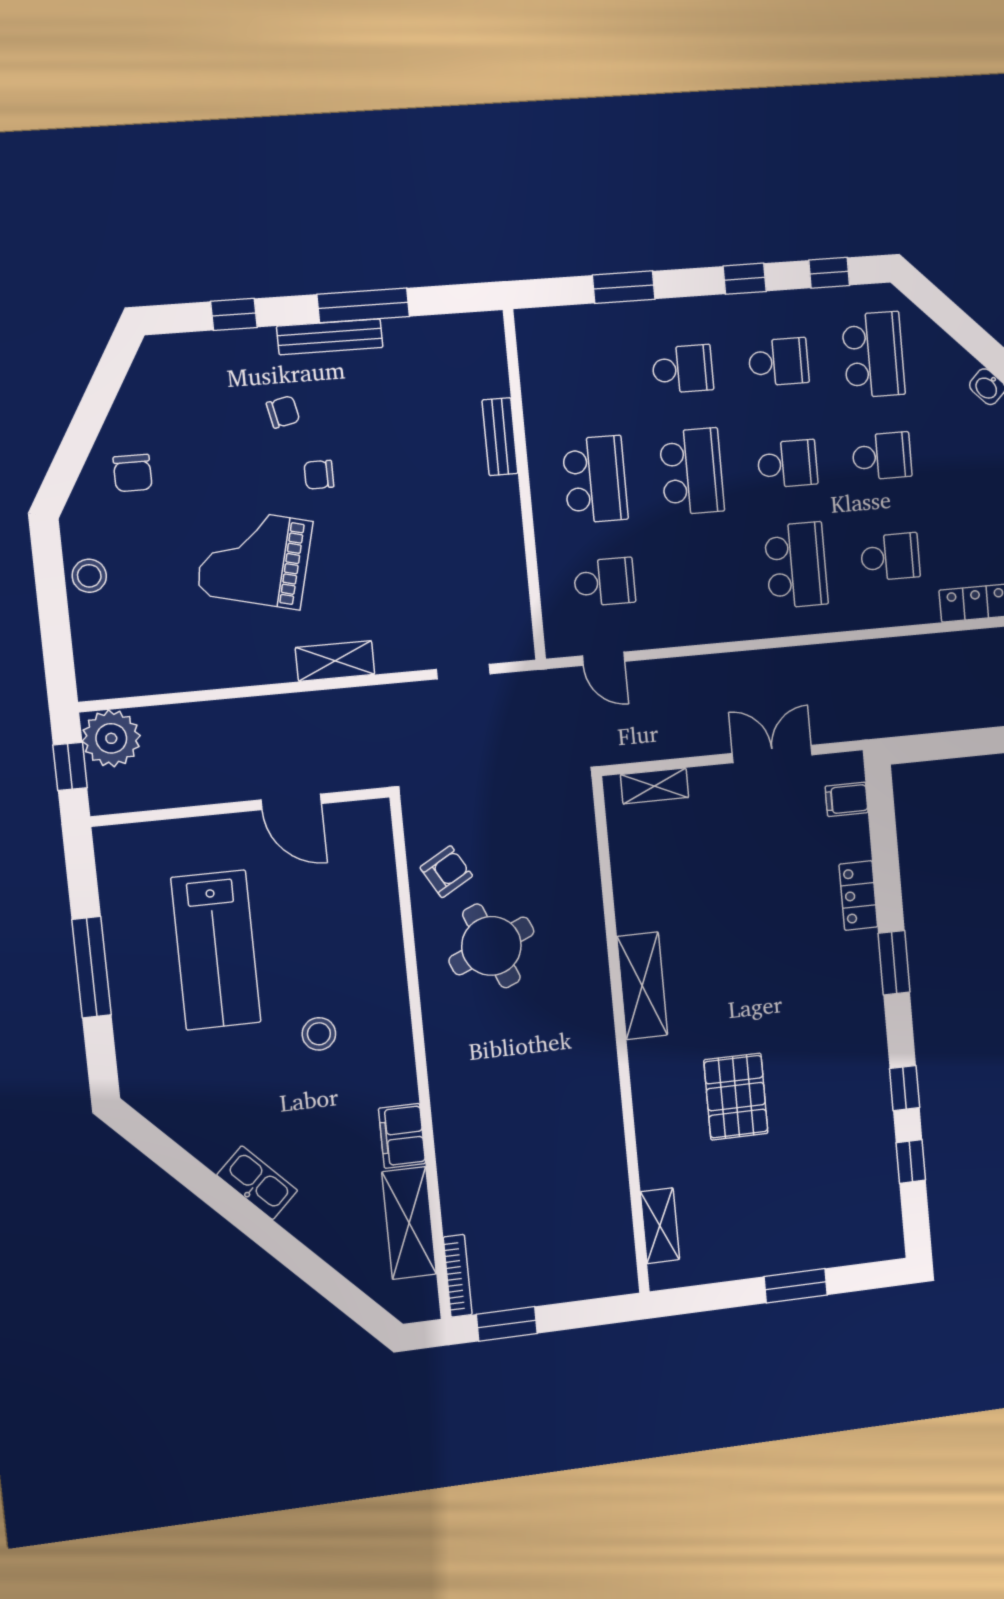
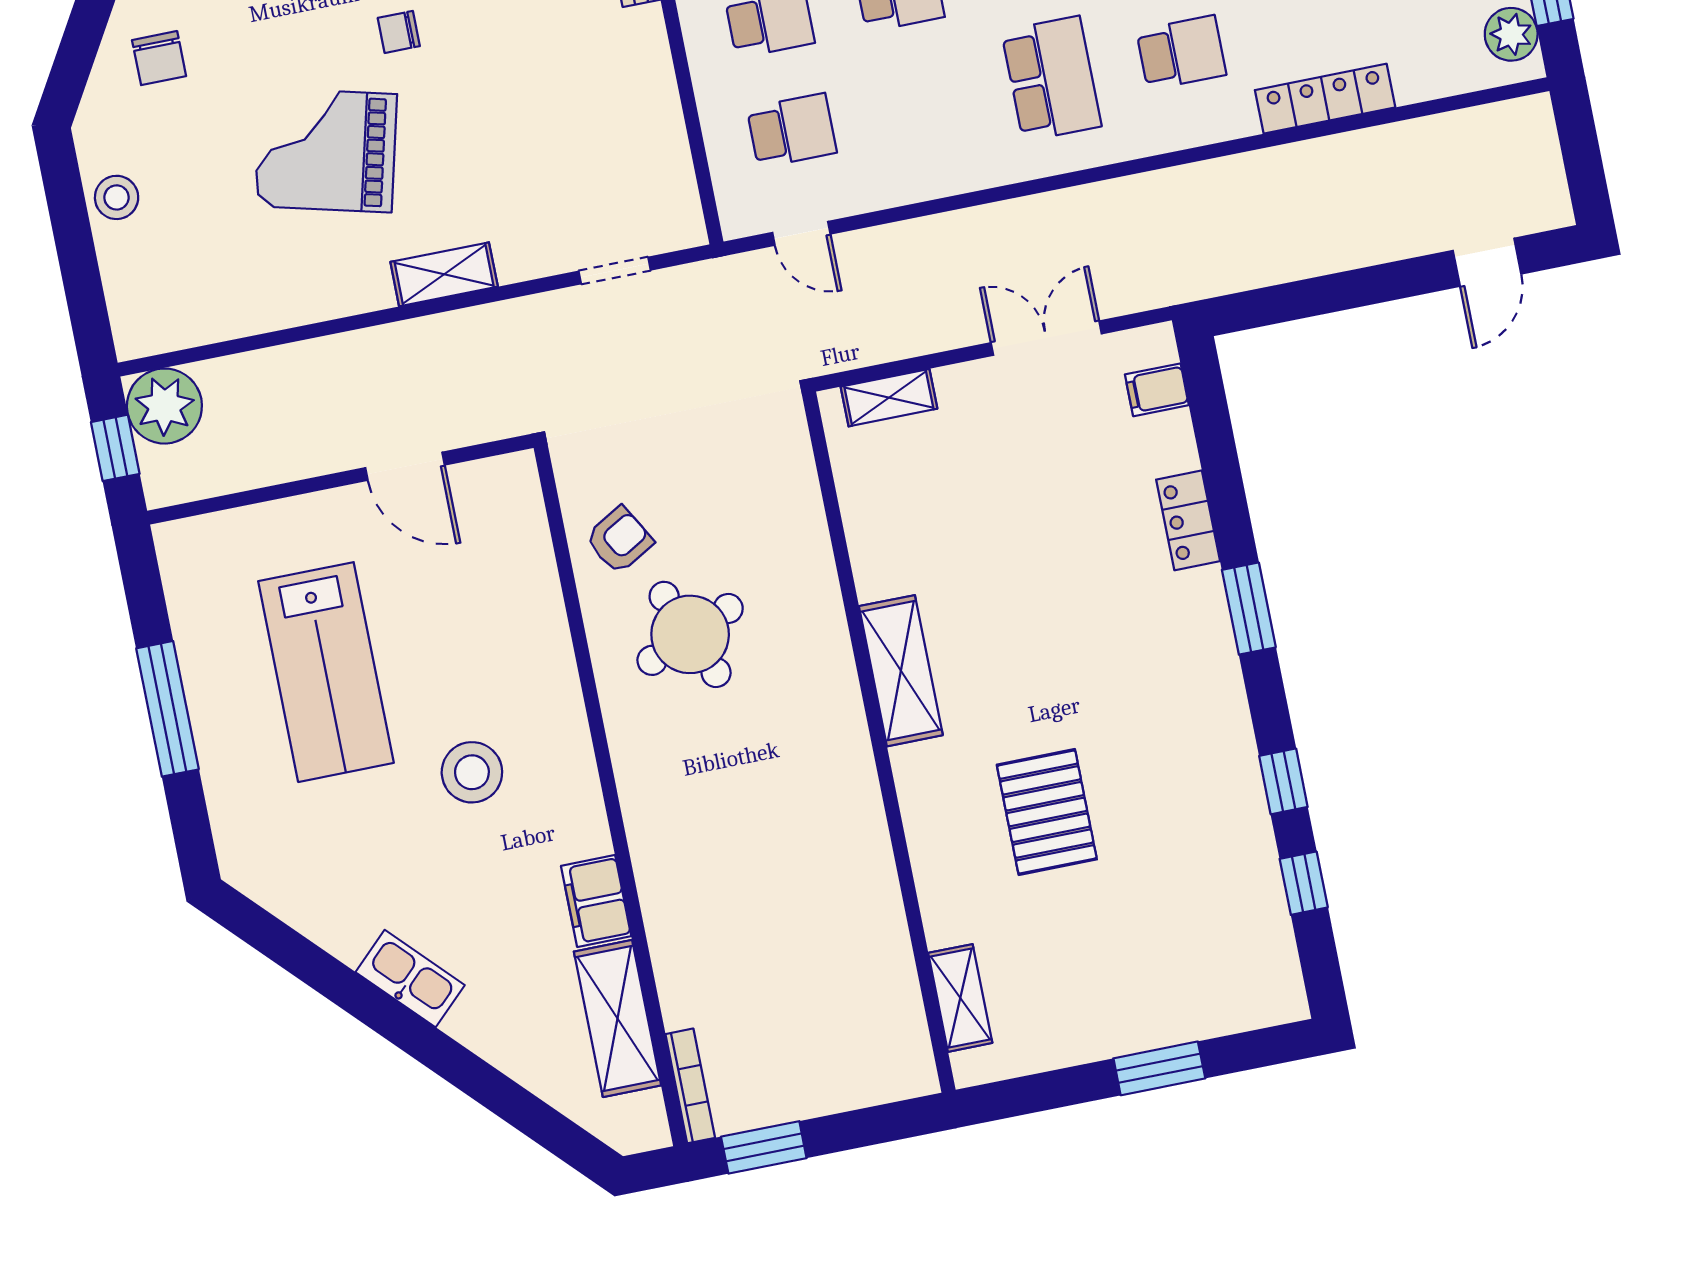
stool: (319, 1034) -> (472, 772), width x1.38, depth x1.38

